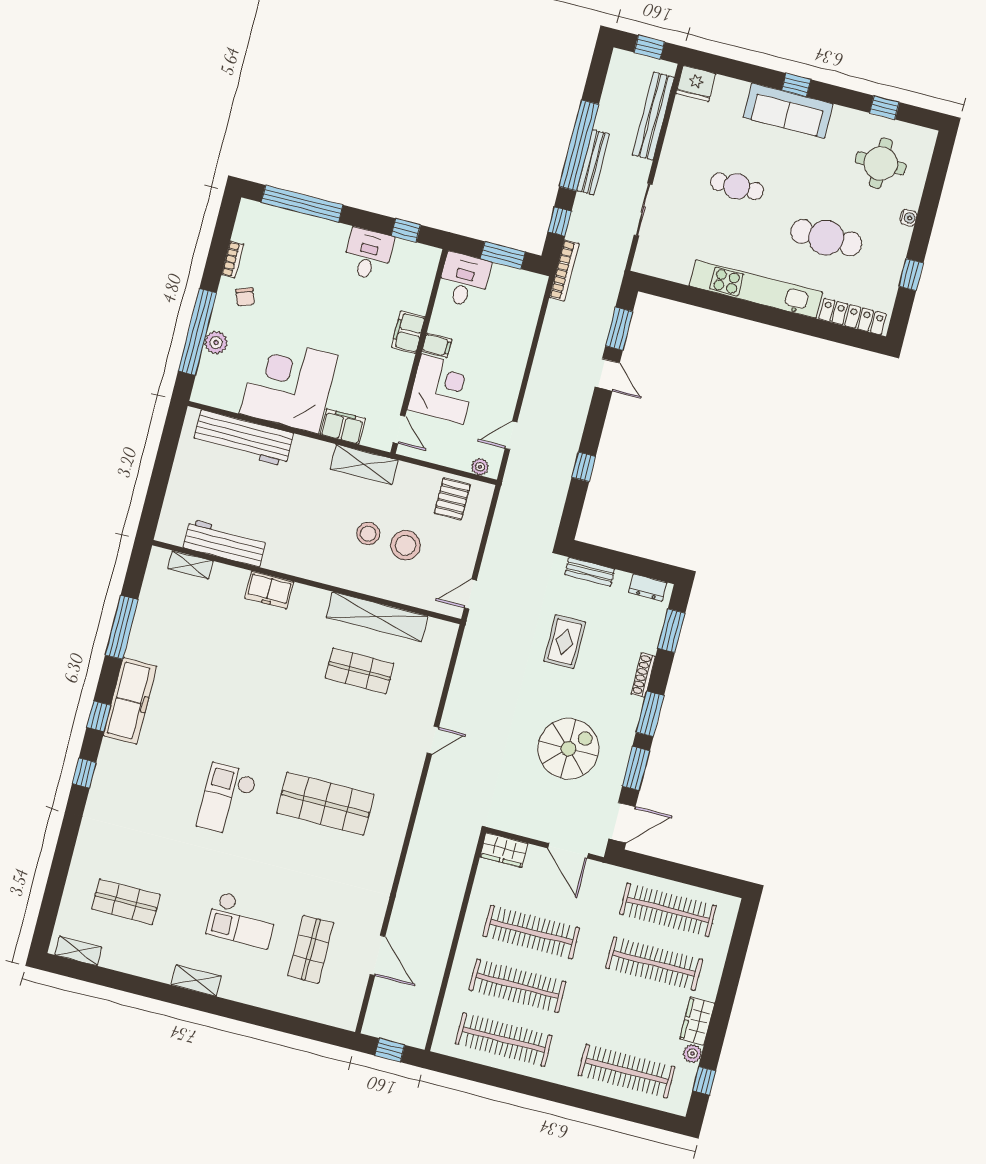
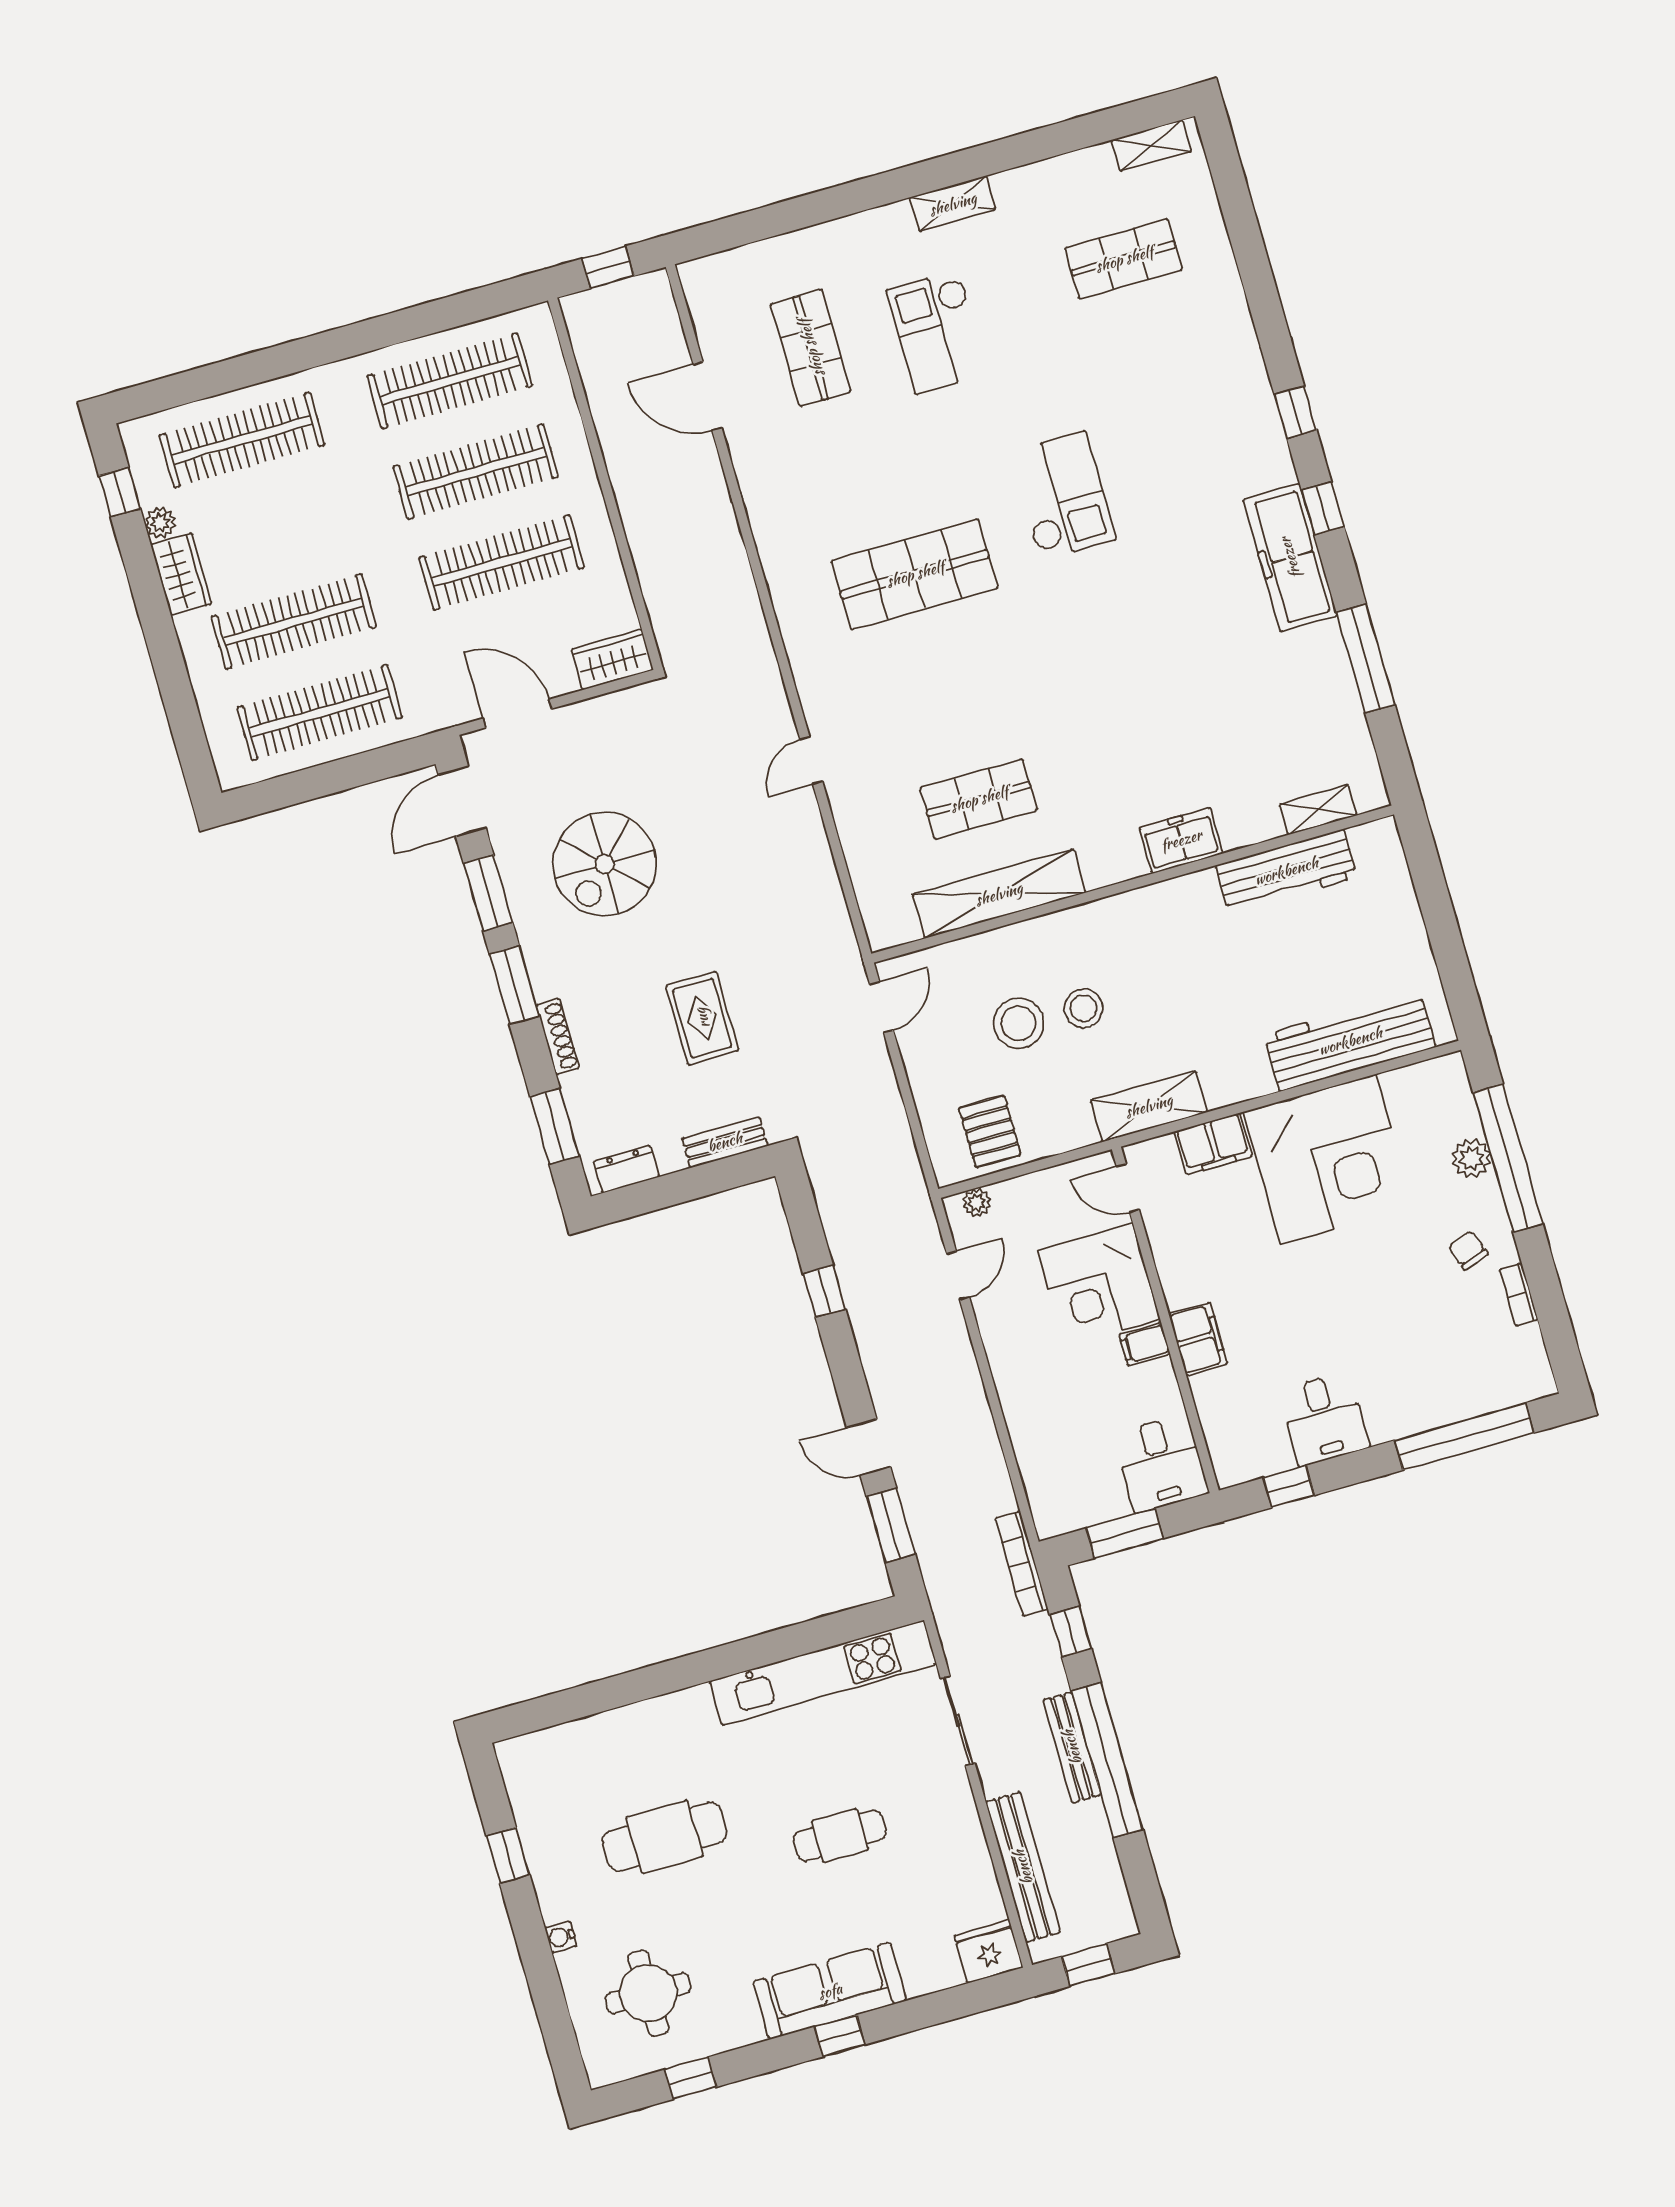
kitchen unit: (756, 289) -> (823, 1673), moved
locker: (853, 316) -> (558, 1744), removed
checkout: (242, 920) -> (937, 332), turned -90

